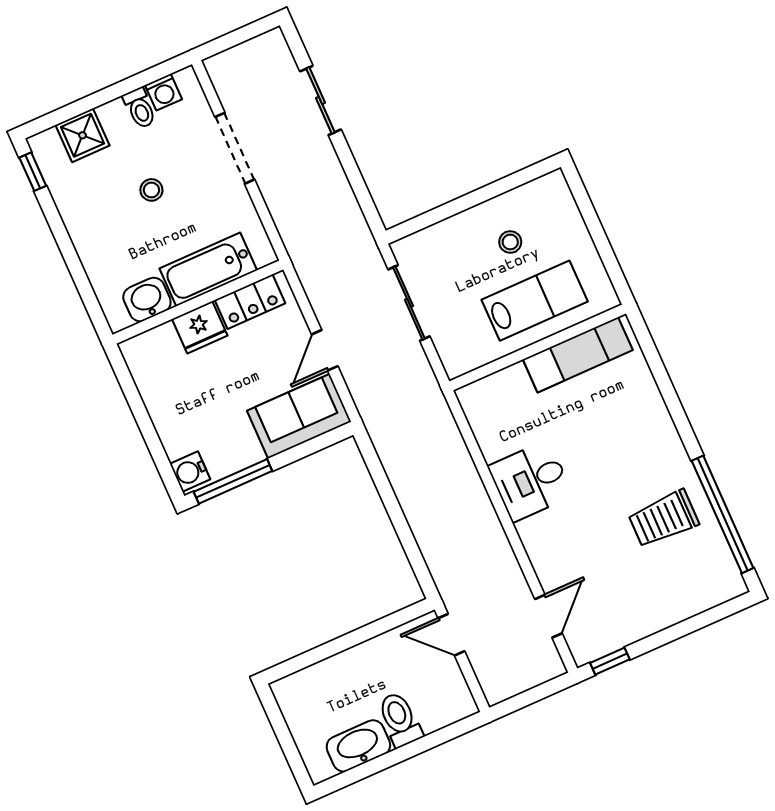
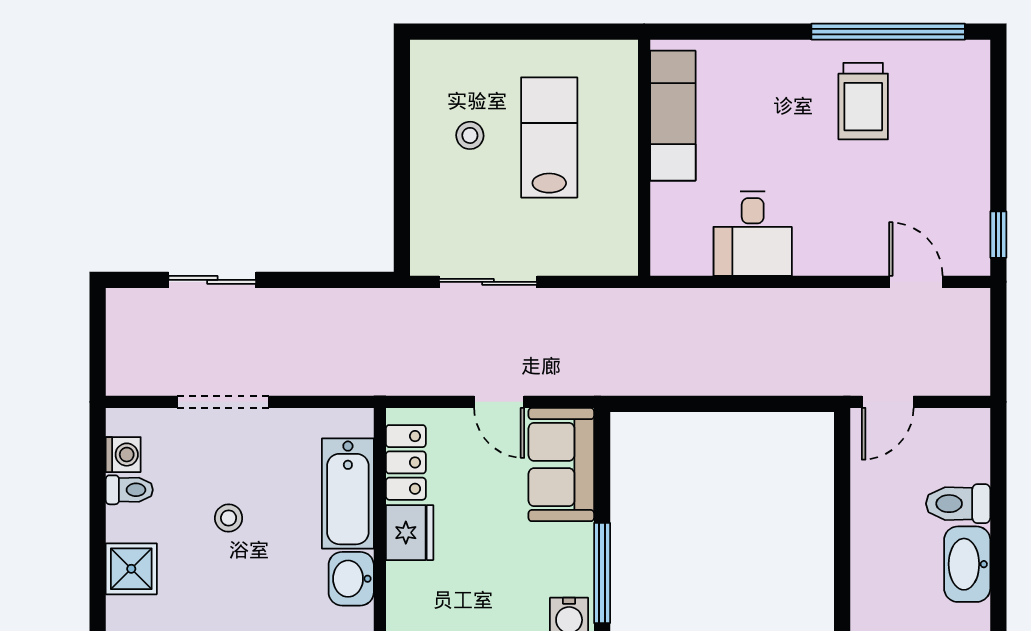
wall: (538, 347) -> (644, 158), moved
exam couch: (578, 355) -> (673, 116), moved

